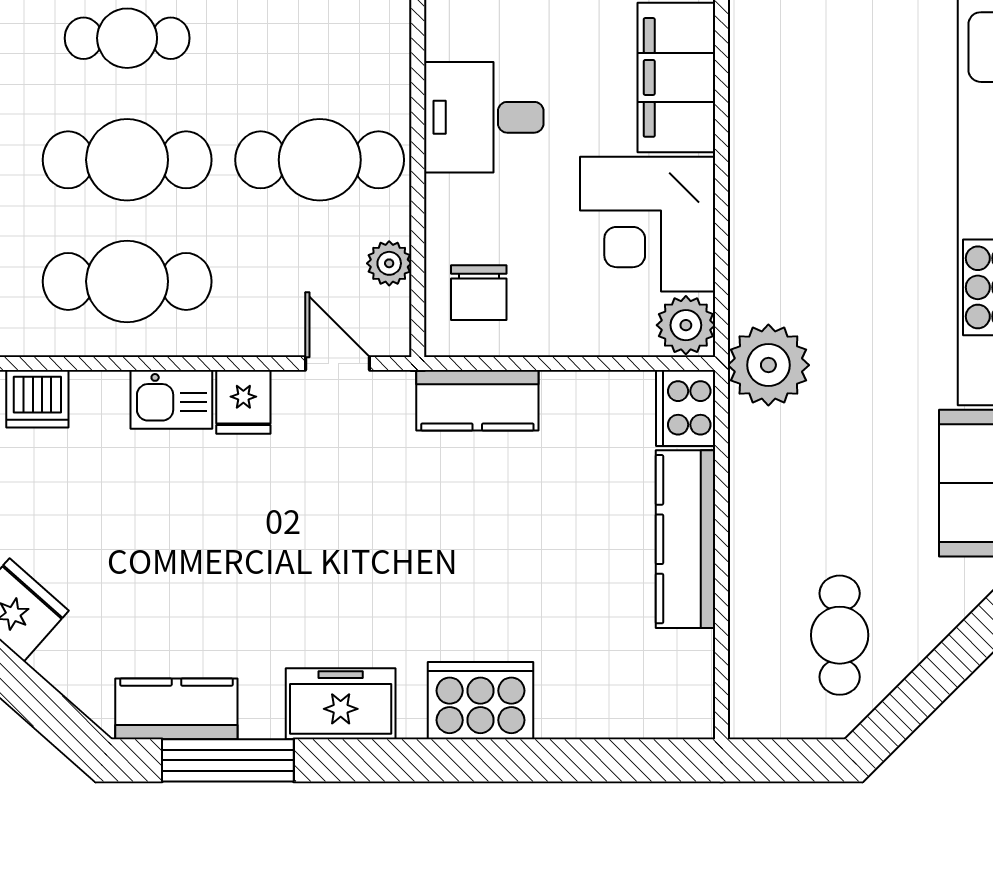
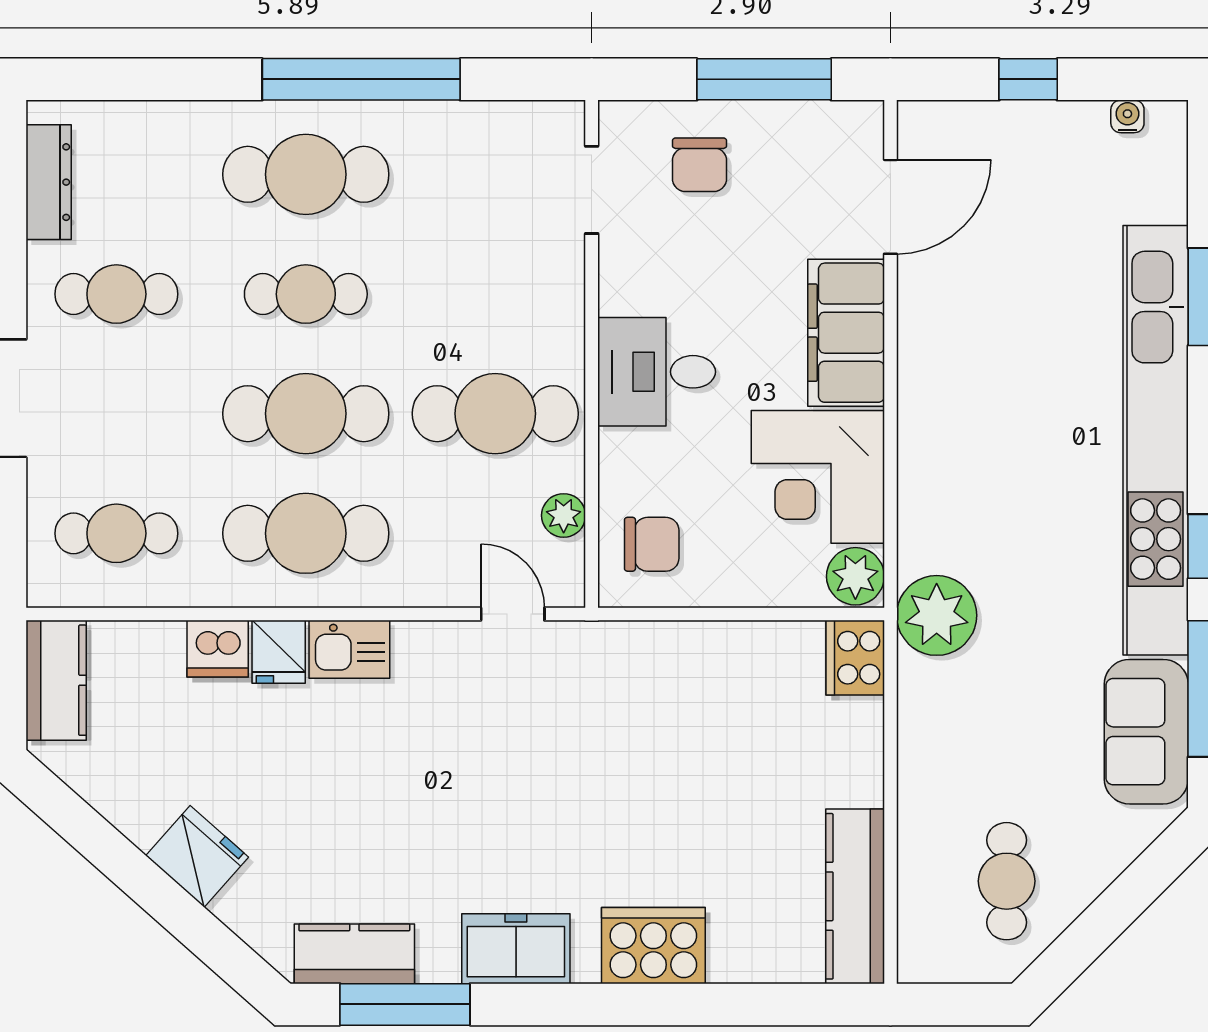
chair: (479, 293) -> (652, 544), turned -90
kitchen counter: (477, 400) -> (650, 650), removed
fridge: (243, 402) -> (279, 652), moved
kitchen counter: (686, 539) -> (855, 896), moved

